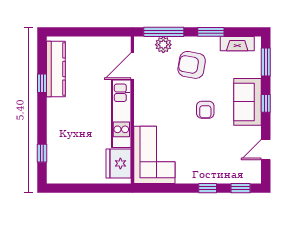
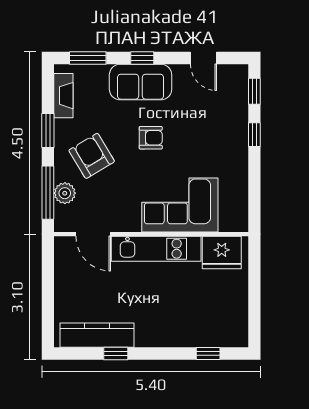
armchair: (192, 65) -> (92, 156), turned 139
corner sofa: (154, 155) -> (180, 205), moved

